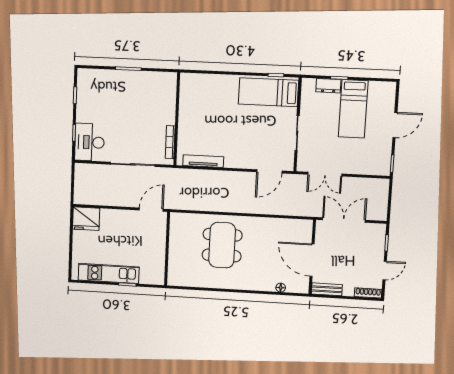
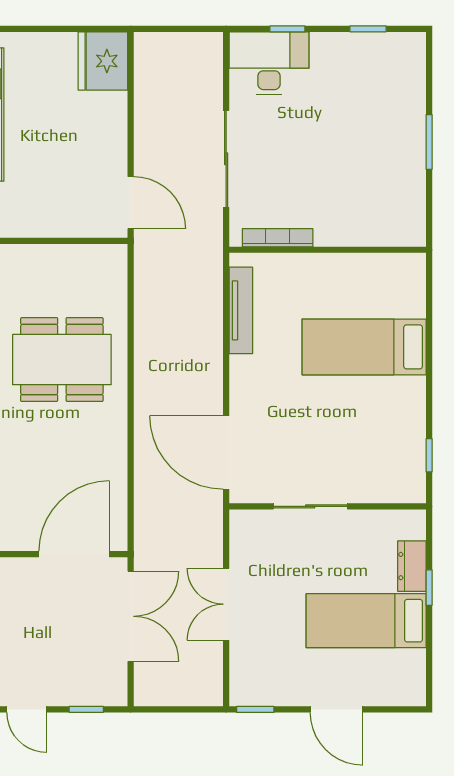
bed: (268, 92) -> (364, 347), moved, turned -90
door: (269, 171) -> (226, 452), width x1.36
double door: (325, 174) -> (226, 604), moved
door: (312, 260) -> (74, 554), moved

